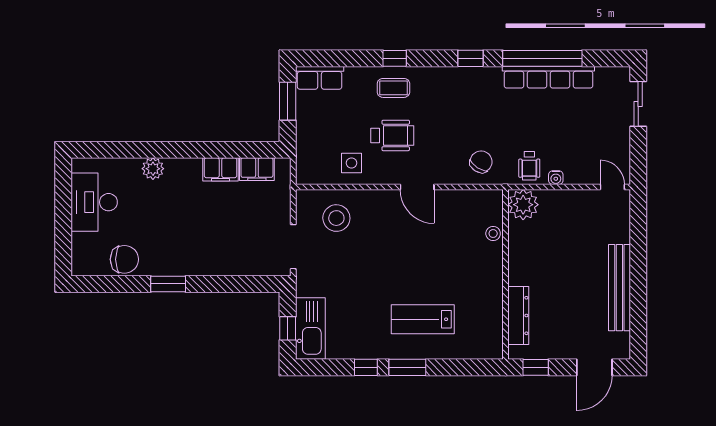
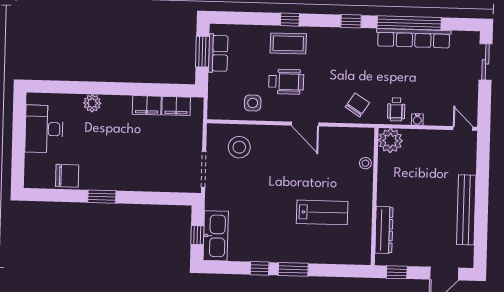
row of seats: (320, 78) -> (218, 53), moved, turned -90
coffee table: (393, 88) -> (288, 43), width x1.36, depth x1.30
lab bench: (423, 319) -> (322, 212), moved, turned 180

